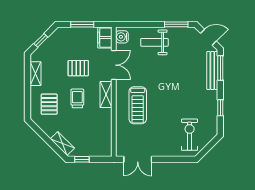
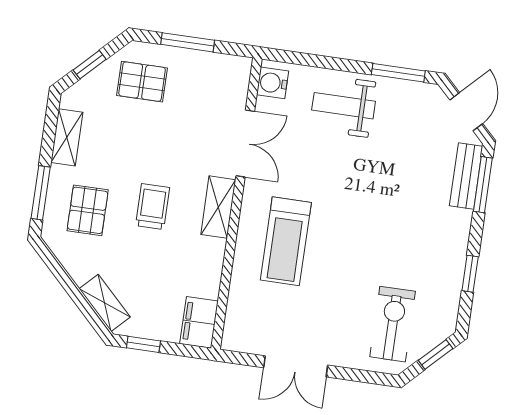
door: (208, 37) -> (466, 112), hinge flipped
filing cabinet: (105, 38) -> (199, 322), moved
pallet: (78, 68) -> (142, 82), moved
bench: (212, 70) -> (466, 176), width x0.73
window: (27, 99) -> (41, 193), added
window: (210, 145) -> (436, 354), added
double door: (138, 159) -> (296, 366), moved

